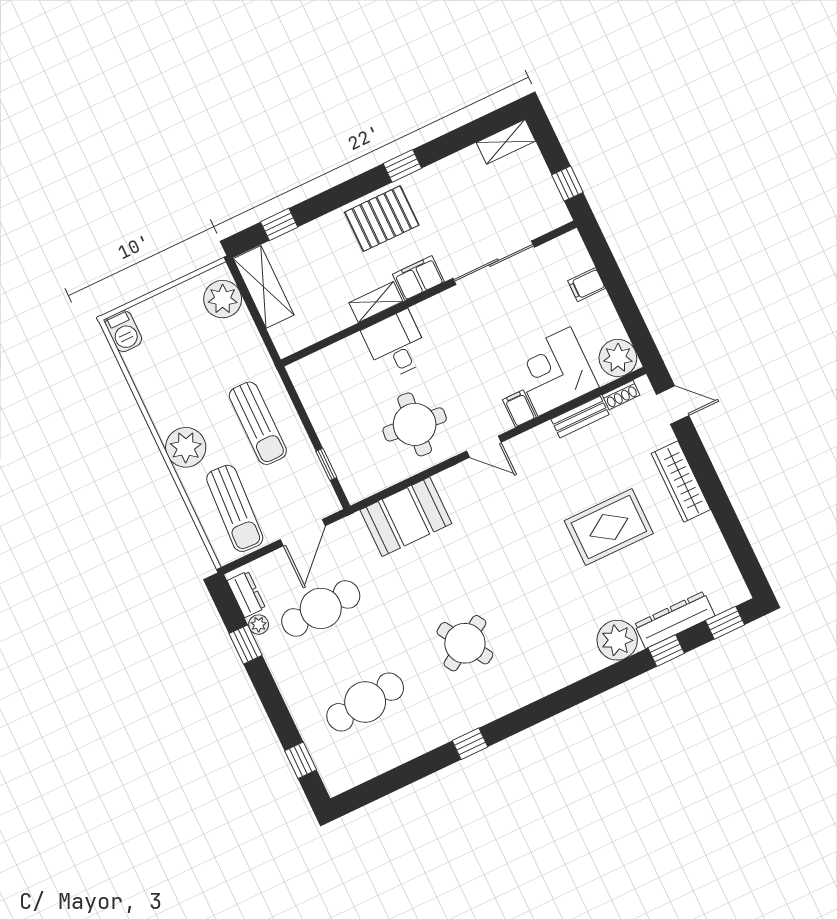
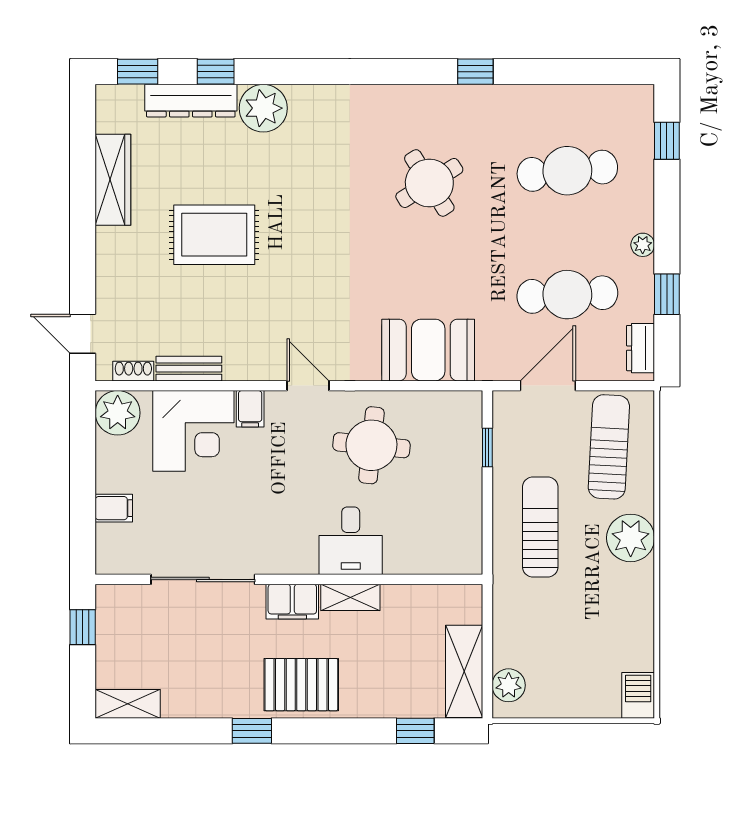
plant: (223, 299) -> (509, 685), width x0.73, depth x0.73
wardrobe: (681, 481) -> (113, 180), moved
plant: (259, 625) -> (643, 245), moved

